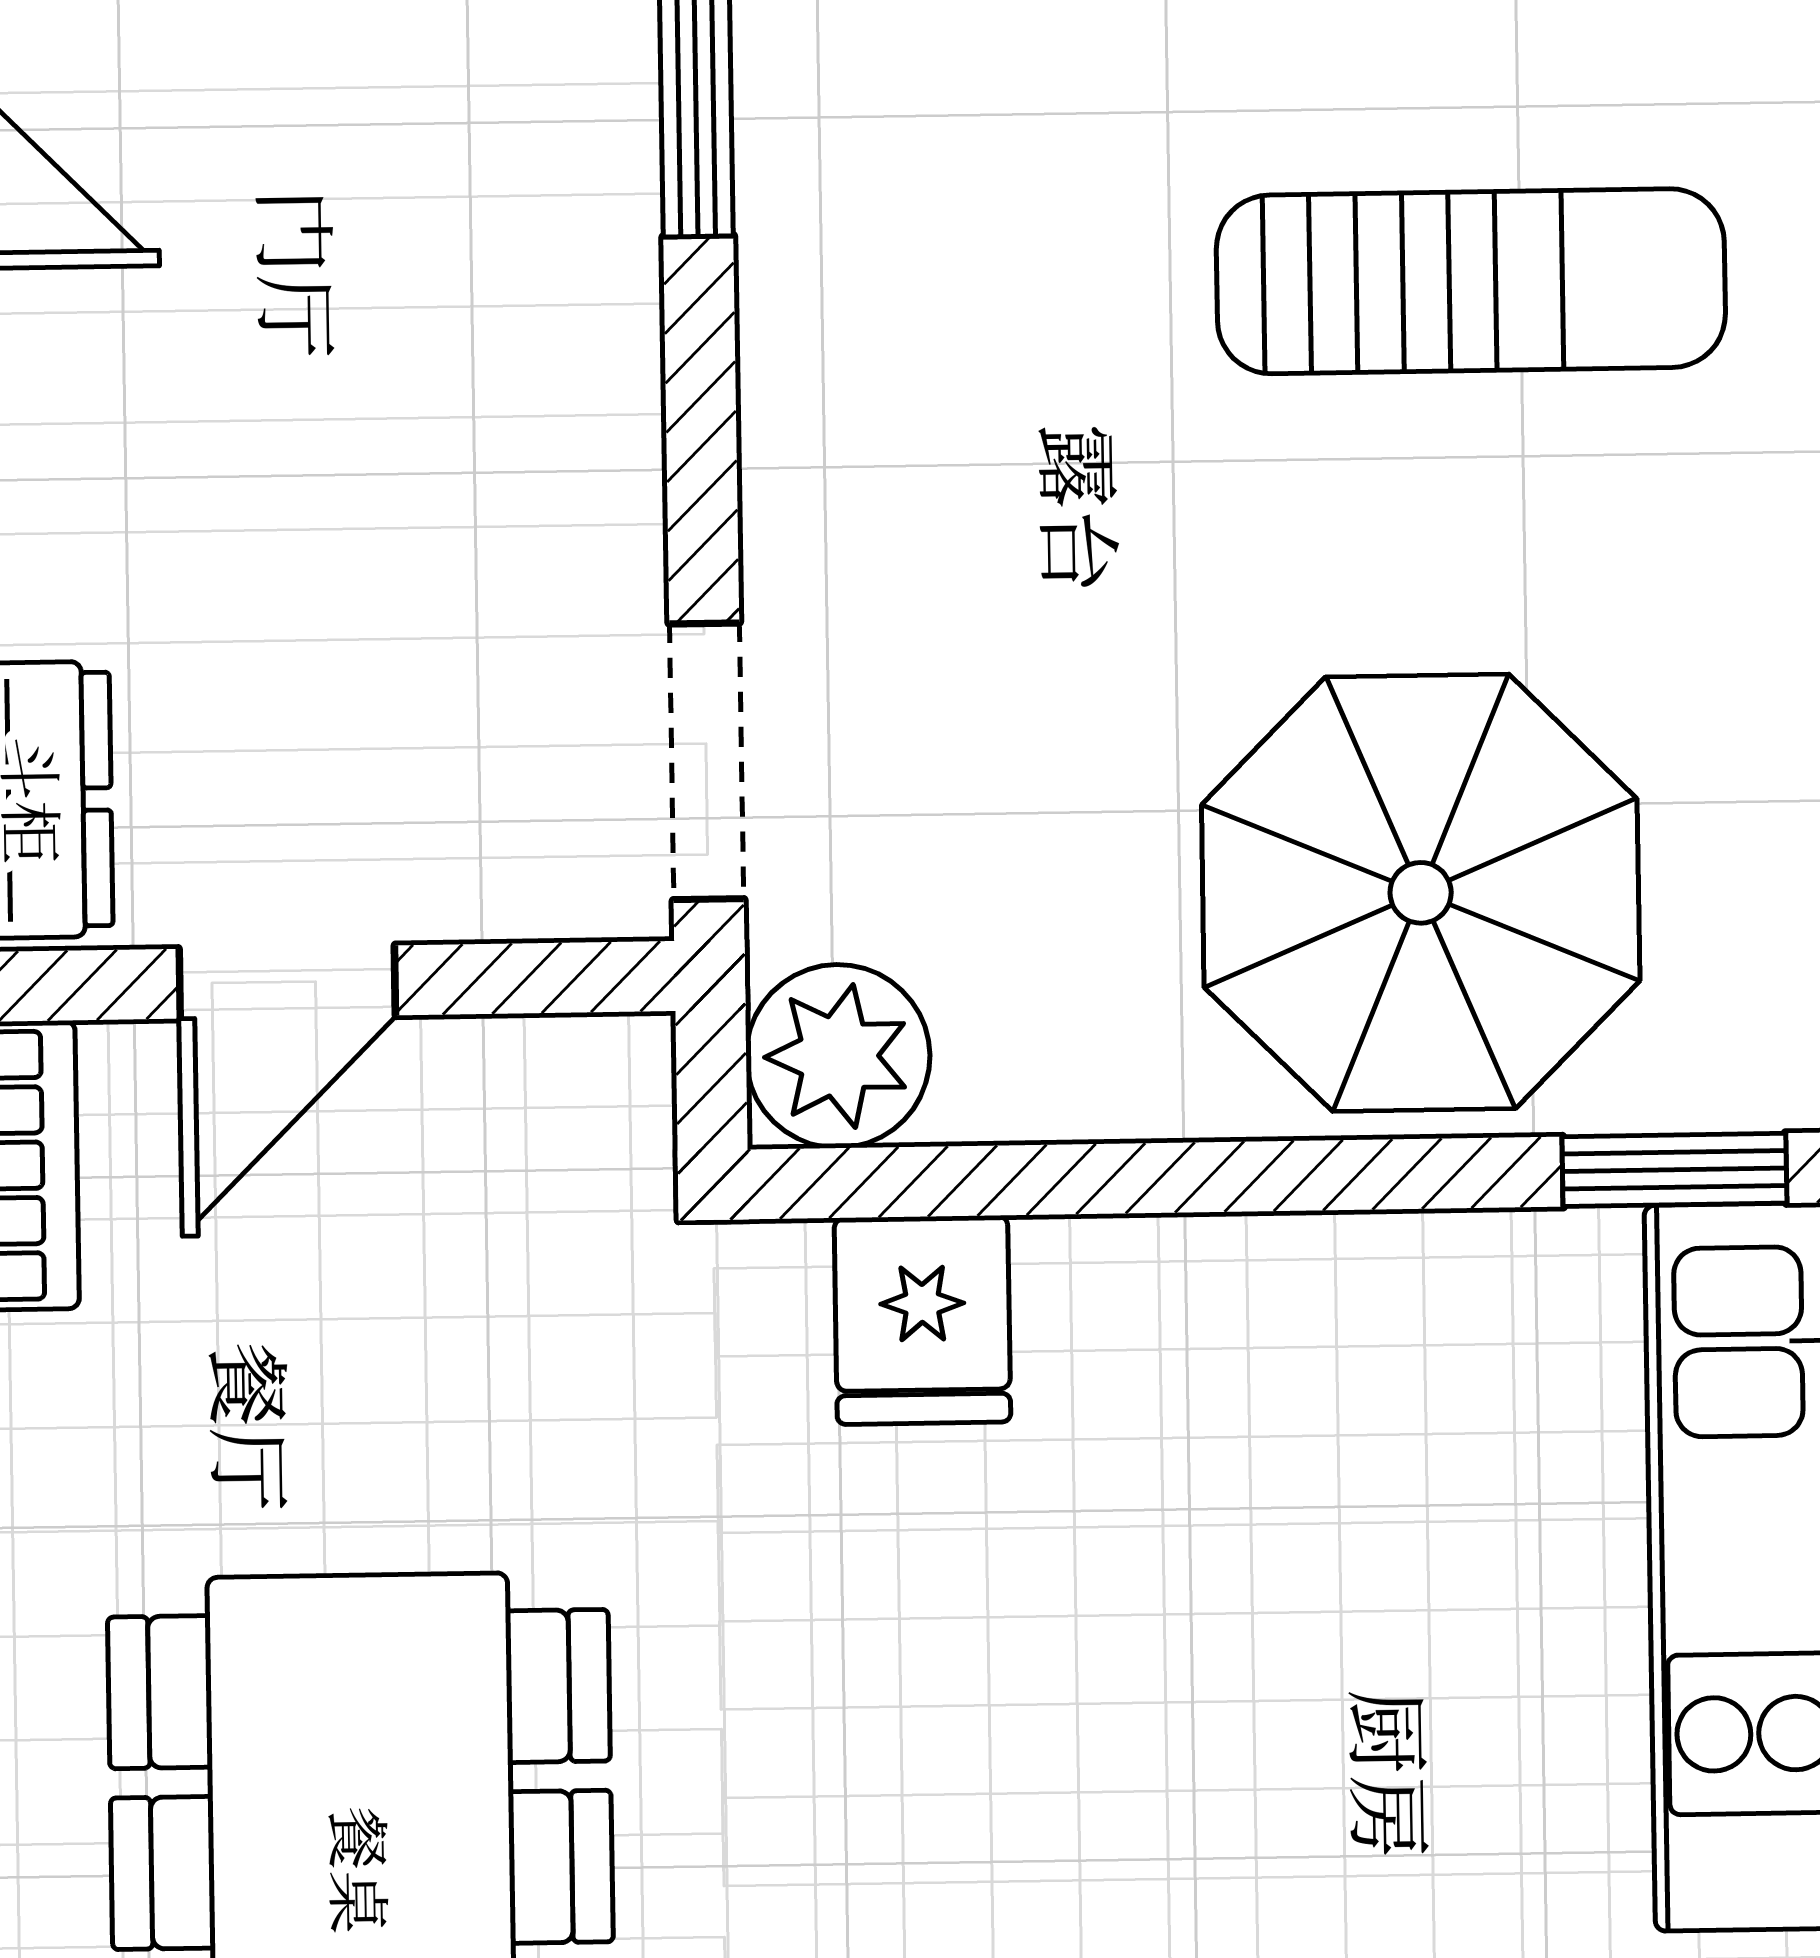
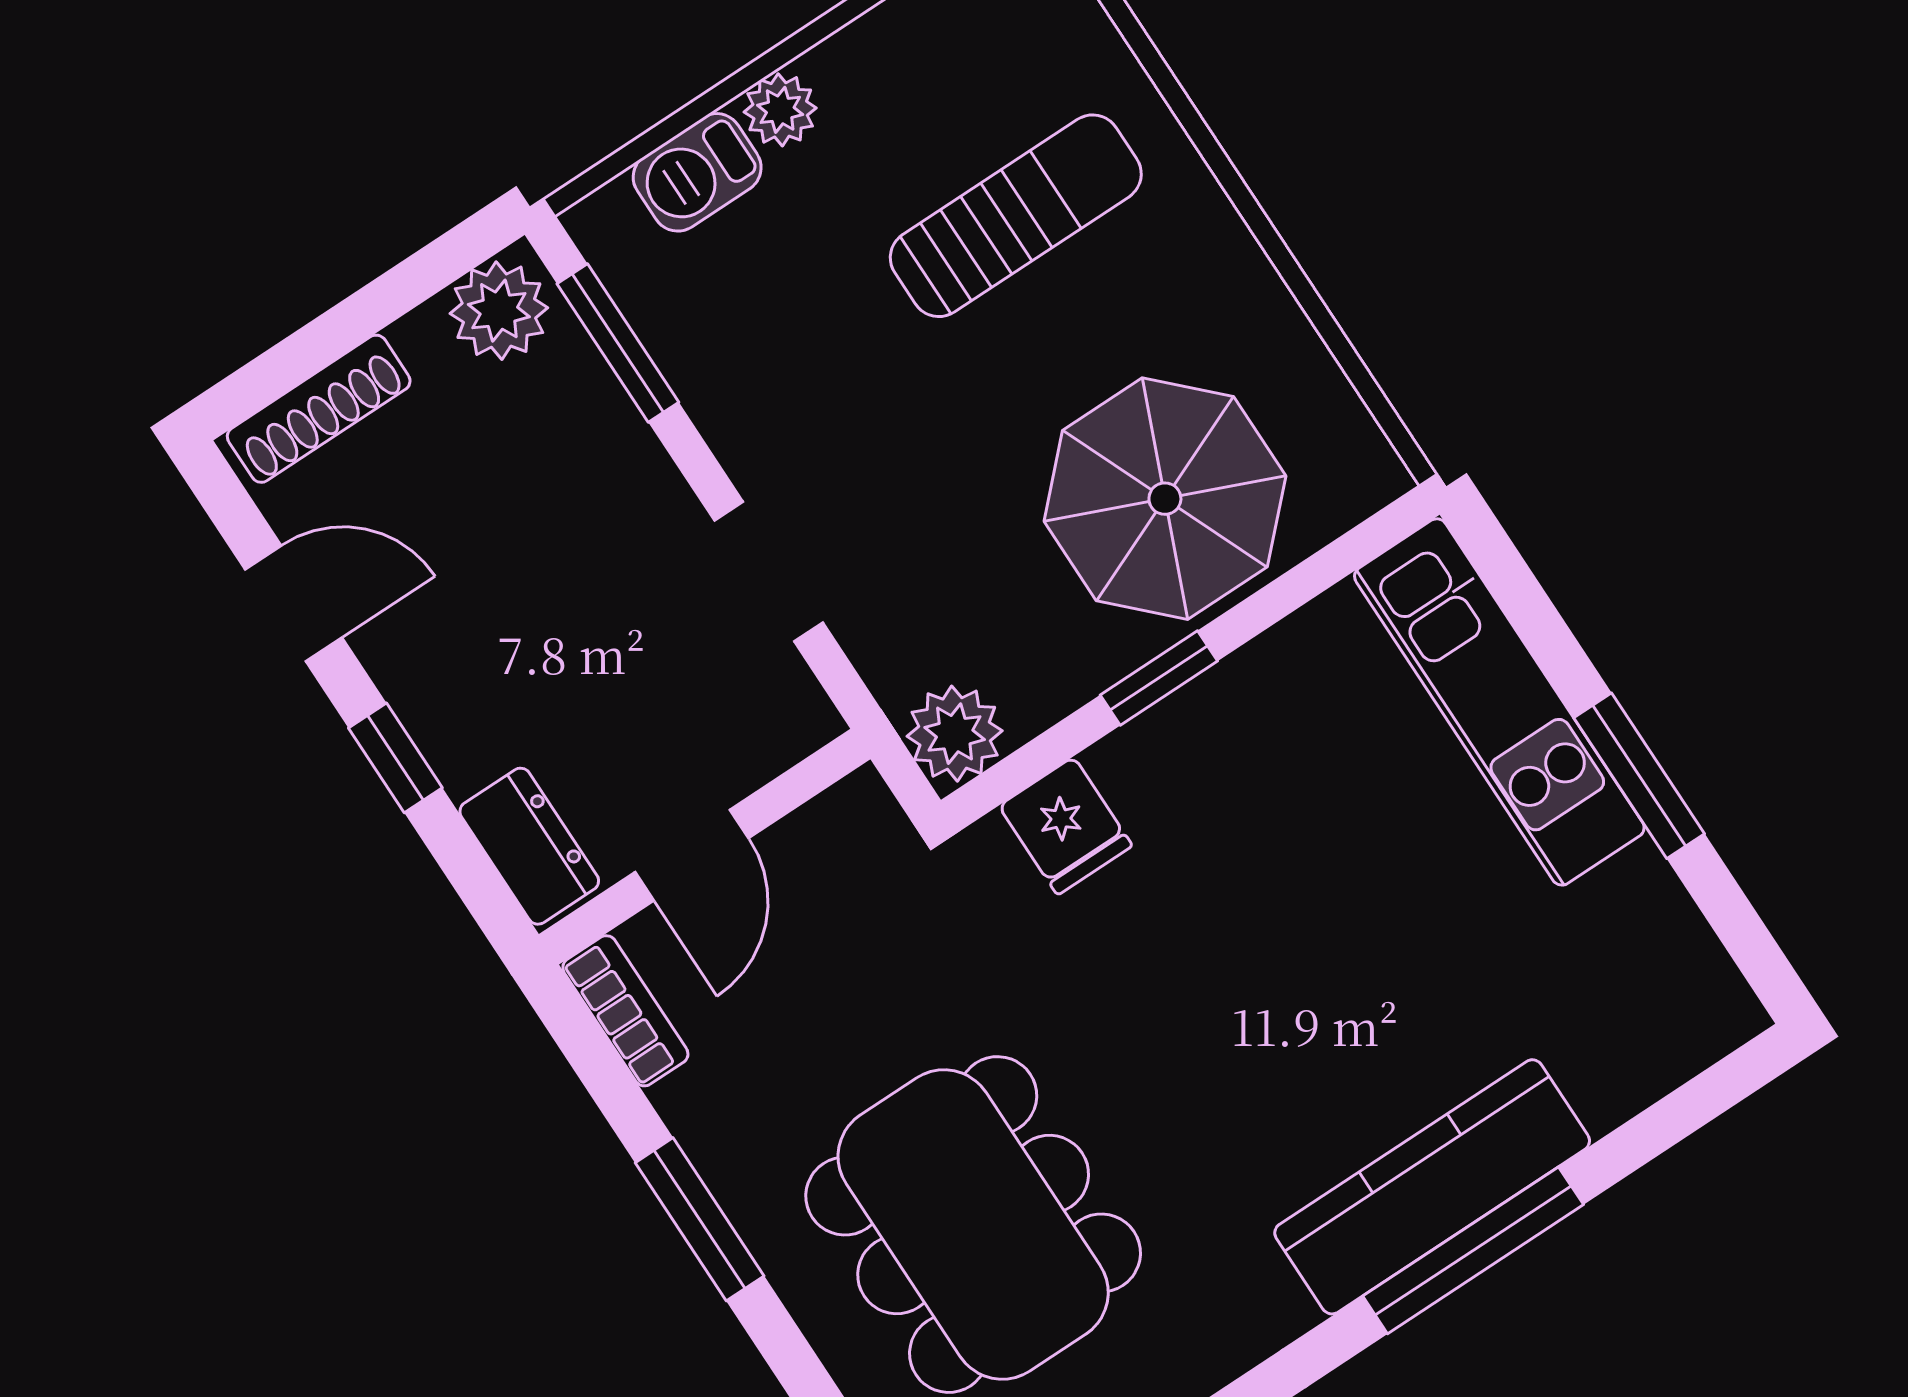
doorway: (706, 761) -> (769, 572), moved
window: (1674, 1170) -> (1159, 678), moved

